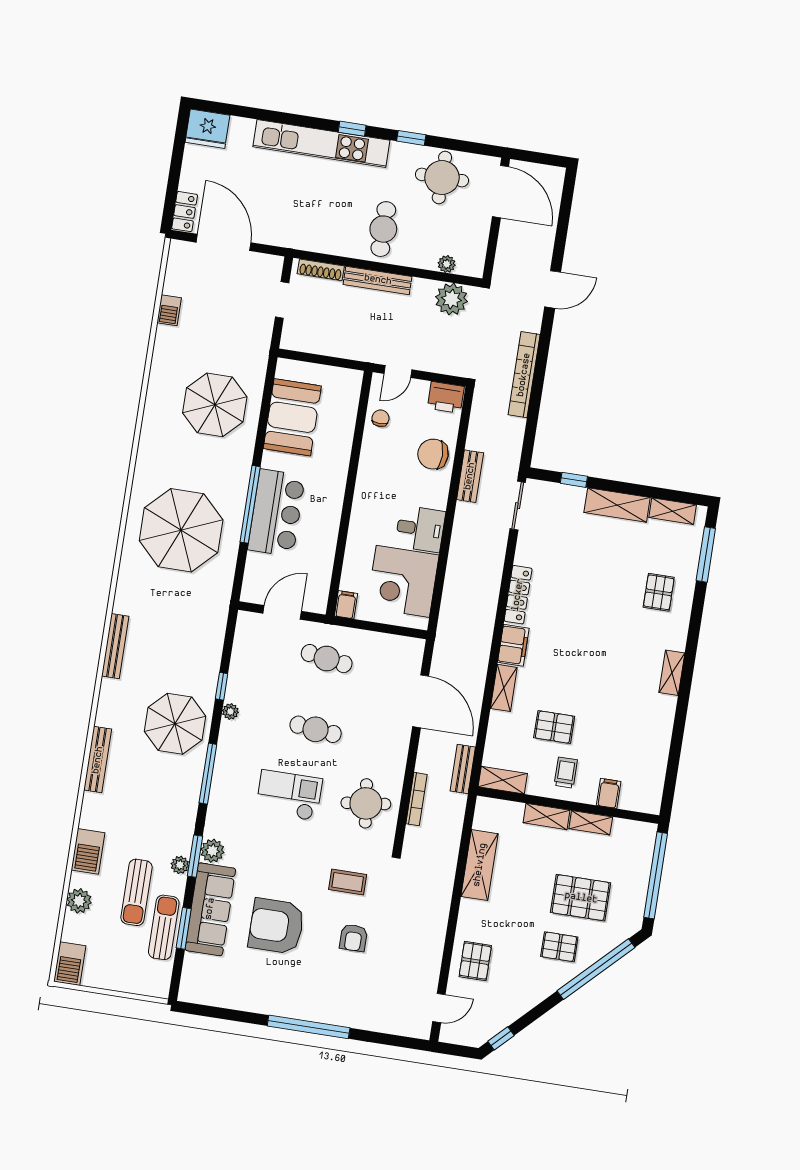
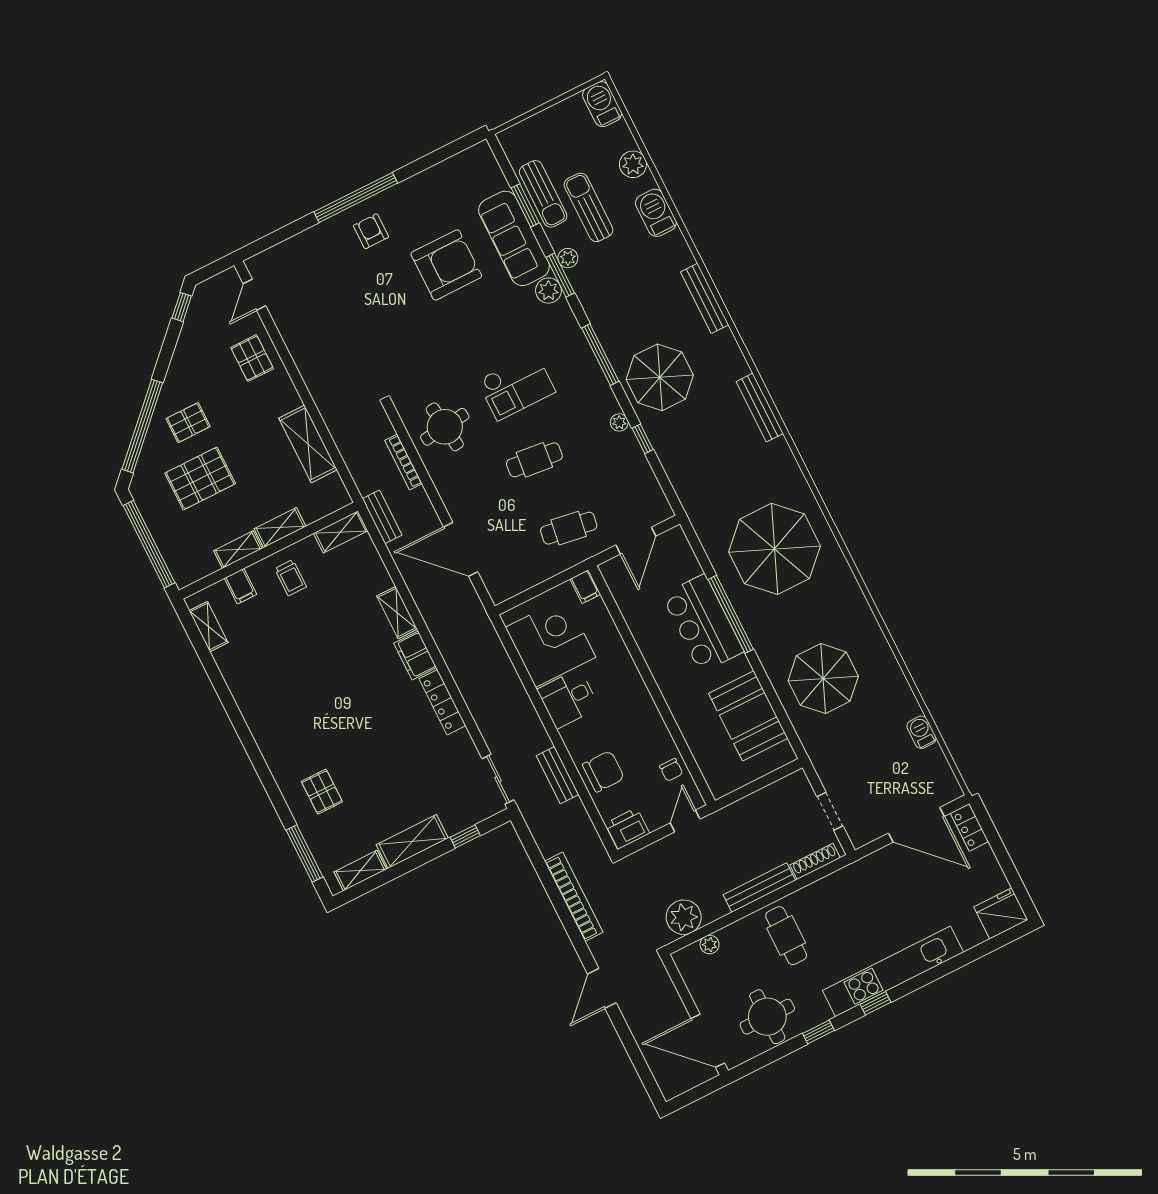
shelving: (672, 673) -> (208, 627), moved
pallet: (554, 727) -> (329, 610), removed
coffee table: (348, 882) -> (412, 347), removed
armchair: (353, 938) -> (371, 231), moved

